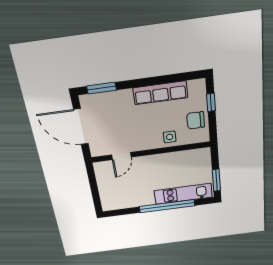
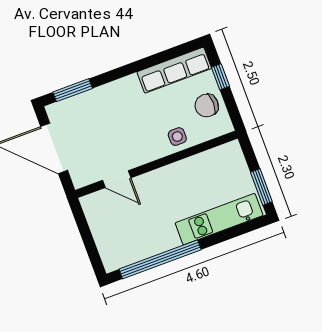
row of seats: (160, 93) -> (174, 70), moved
door: (121, 156) -> (117, 179), hinge flipped
window: (167, 206) -> (160, 259), moved

